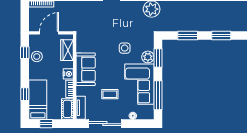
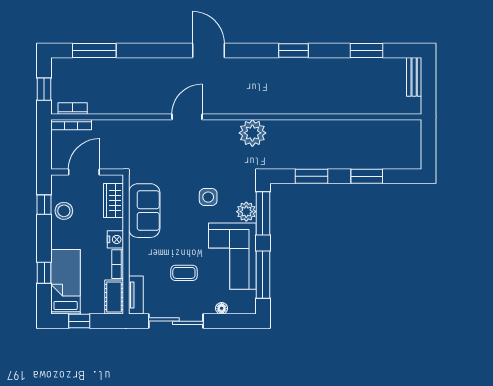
window: (158, 58) -> (263, 213), width x1.44
sofa: (86, 69) -> (144, 211), moved

